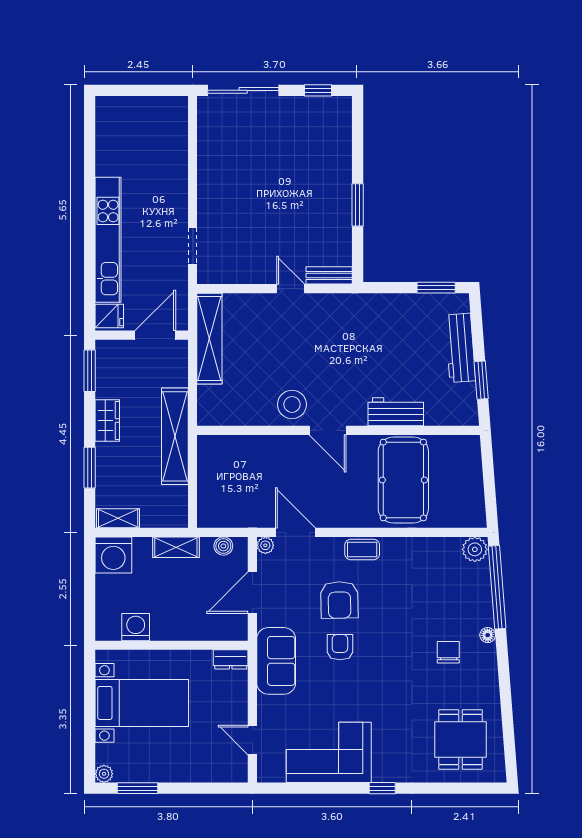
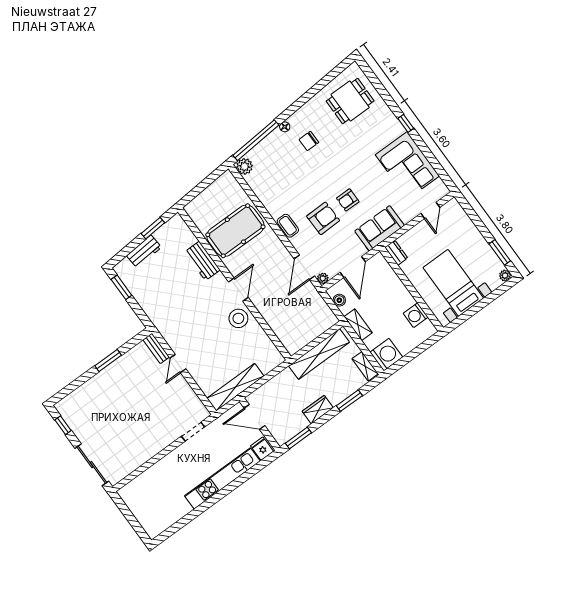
workbench: (460, 348) -> (144, 251), width x0.73
shelving: (175, 436) -> (319, 354), moved
door: (252, 593) -> (353, 267), hinge flipped

